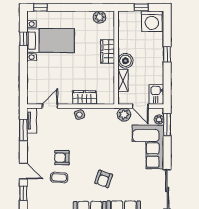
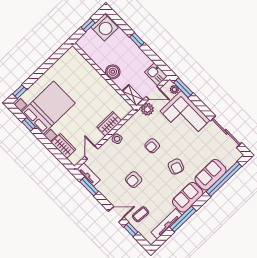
plant: (99, 17) -> (66, 59), removed
bed with nightstands: (50, 41) -> (48, 108), width x1.36
wardrobe: (108, 51) -> (63, 146), moved, turned 180
shelving: (123, 80) -> (132, 95), moved
armchair: (101, 146) -> (152, 146), added
coffee table: (59, 178) -> (141, 214), moved

